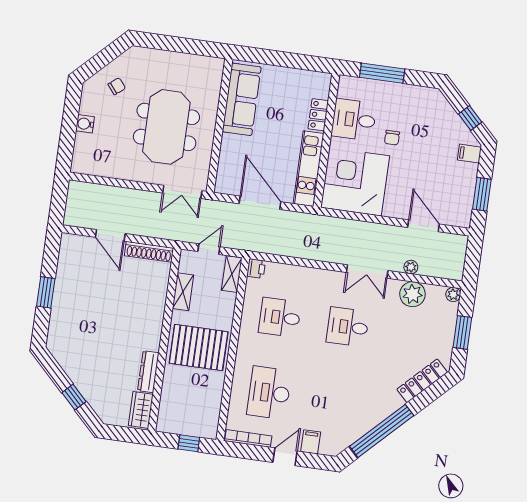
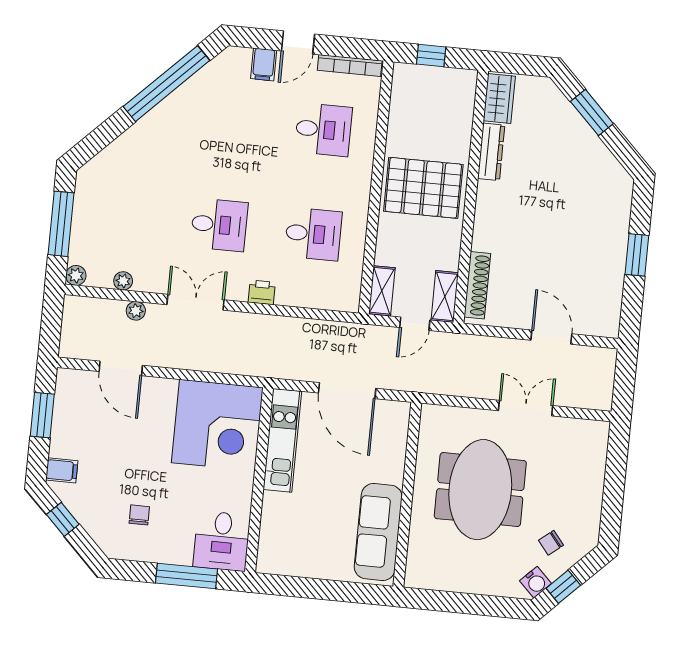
window: (109, 54) -> (563, 587), added
locker: (318, 115) -> (272, 515), removed
desk: (354, 120) -> (222, 541), moved, turned 90
water cooler: (85, 124) -> (536, 582), moved, turned 45
chair: (392, 138) -> (139, 515), moved
double door: (182, 192) -> (526, 408), moved
shoe rack: (149, 252) -> (477, 285), moved, turned 90
printer: (256, 269) -> (262, 292), moved, turned 90
shelving: (183, 292) -> (445, 296), moved
plant: (412, 294) -> (123, 281), width x0.53, depth x0.53
window: (462, 332) -> (61, 224), width x1.44
locker: (422, 381) -> (114, 155), removed
desk: (269, 393) -> (323, 130), width x0.73
window: (74, 397) -> (592, 113), width x1.50

